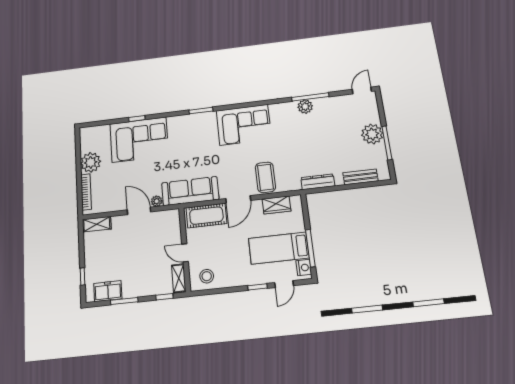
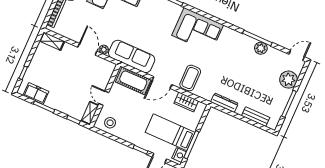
plant: (305, 107) -> (261, 48), moved
plant: (372, 134) -> (288, 80), moved

